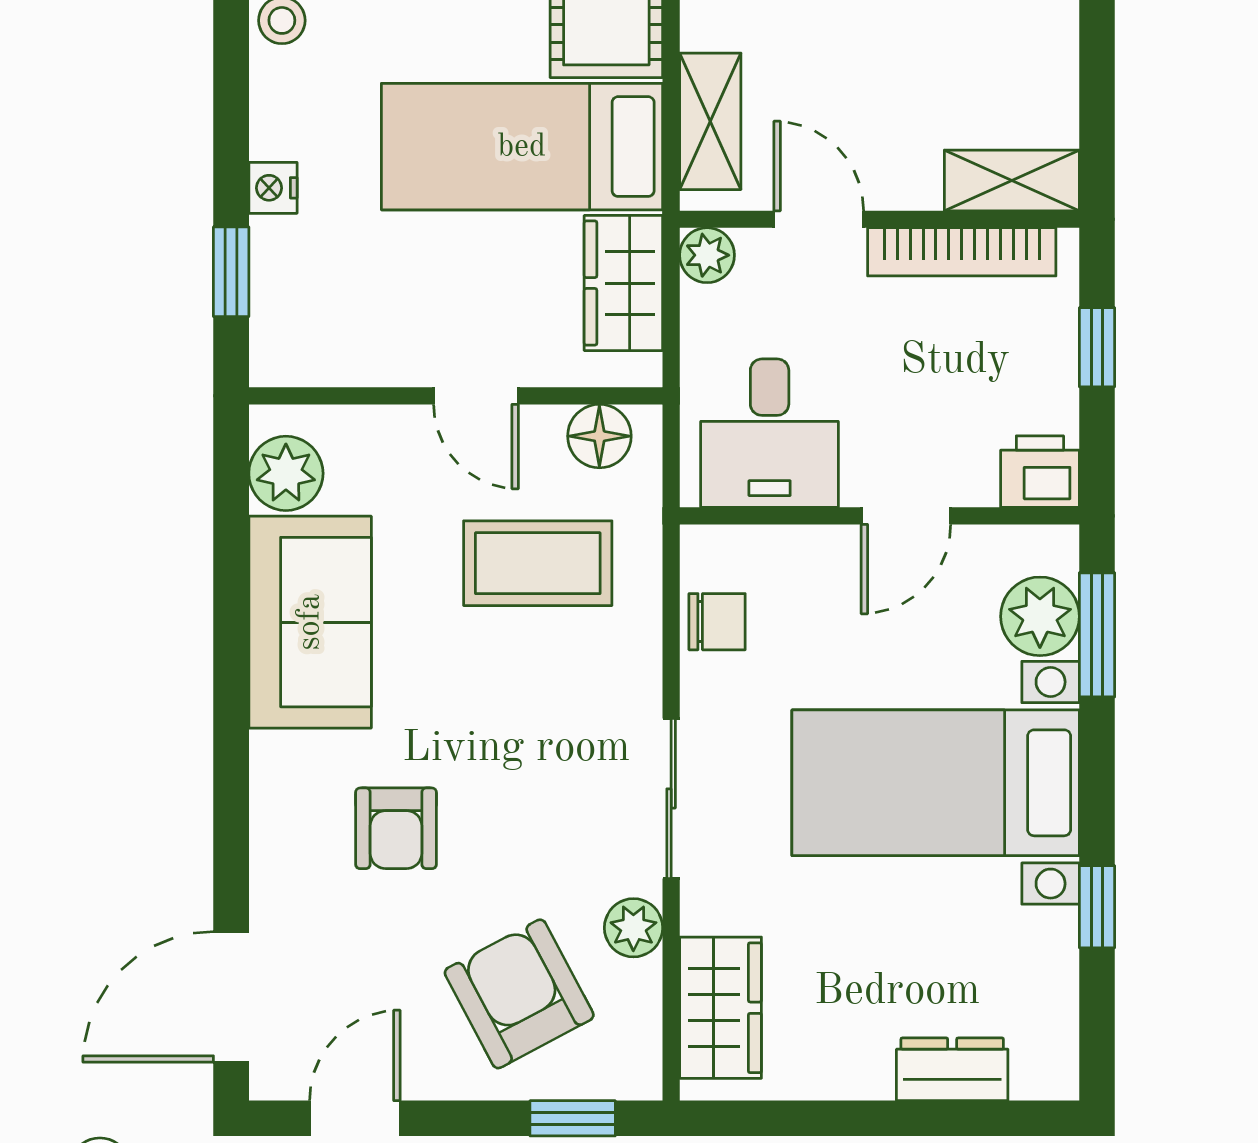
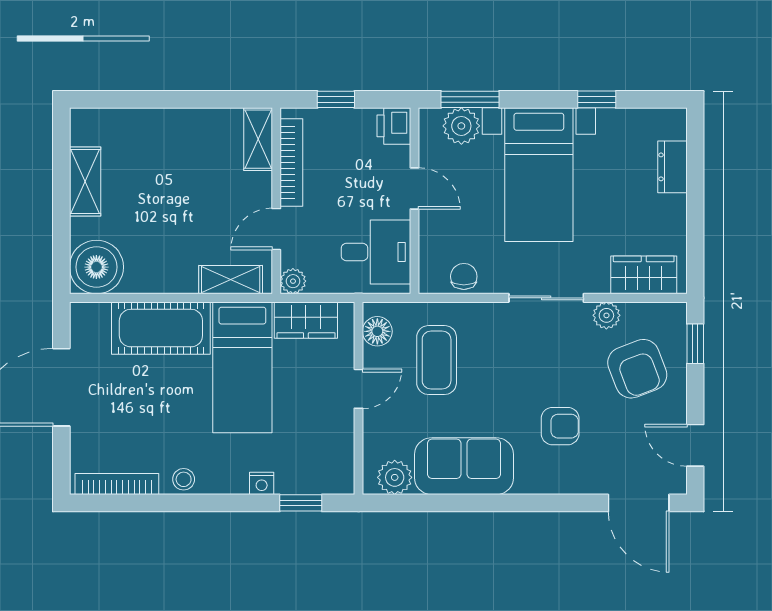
armchair: (519, 994) -> (637, 369), turned -83

